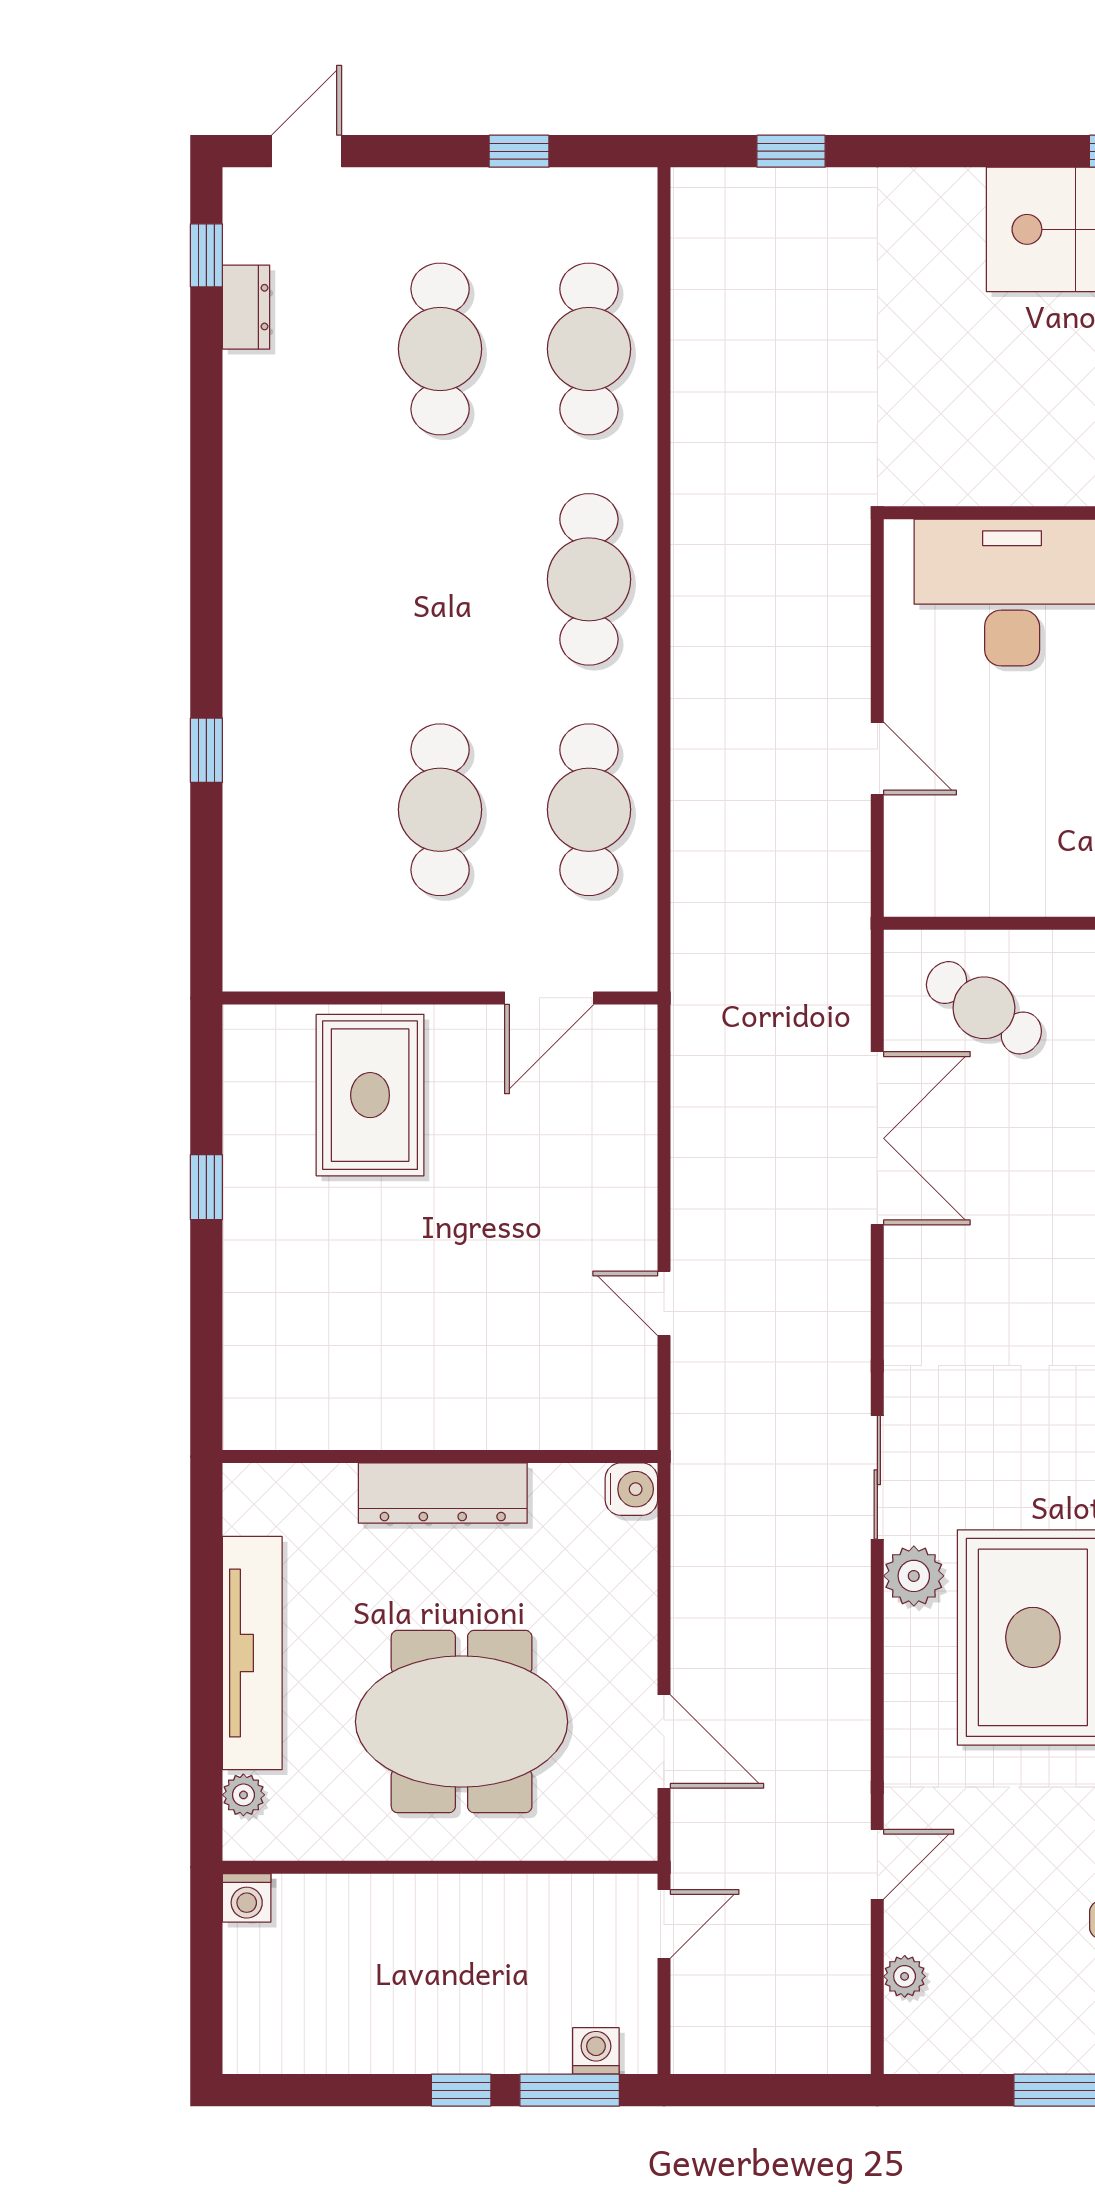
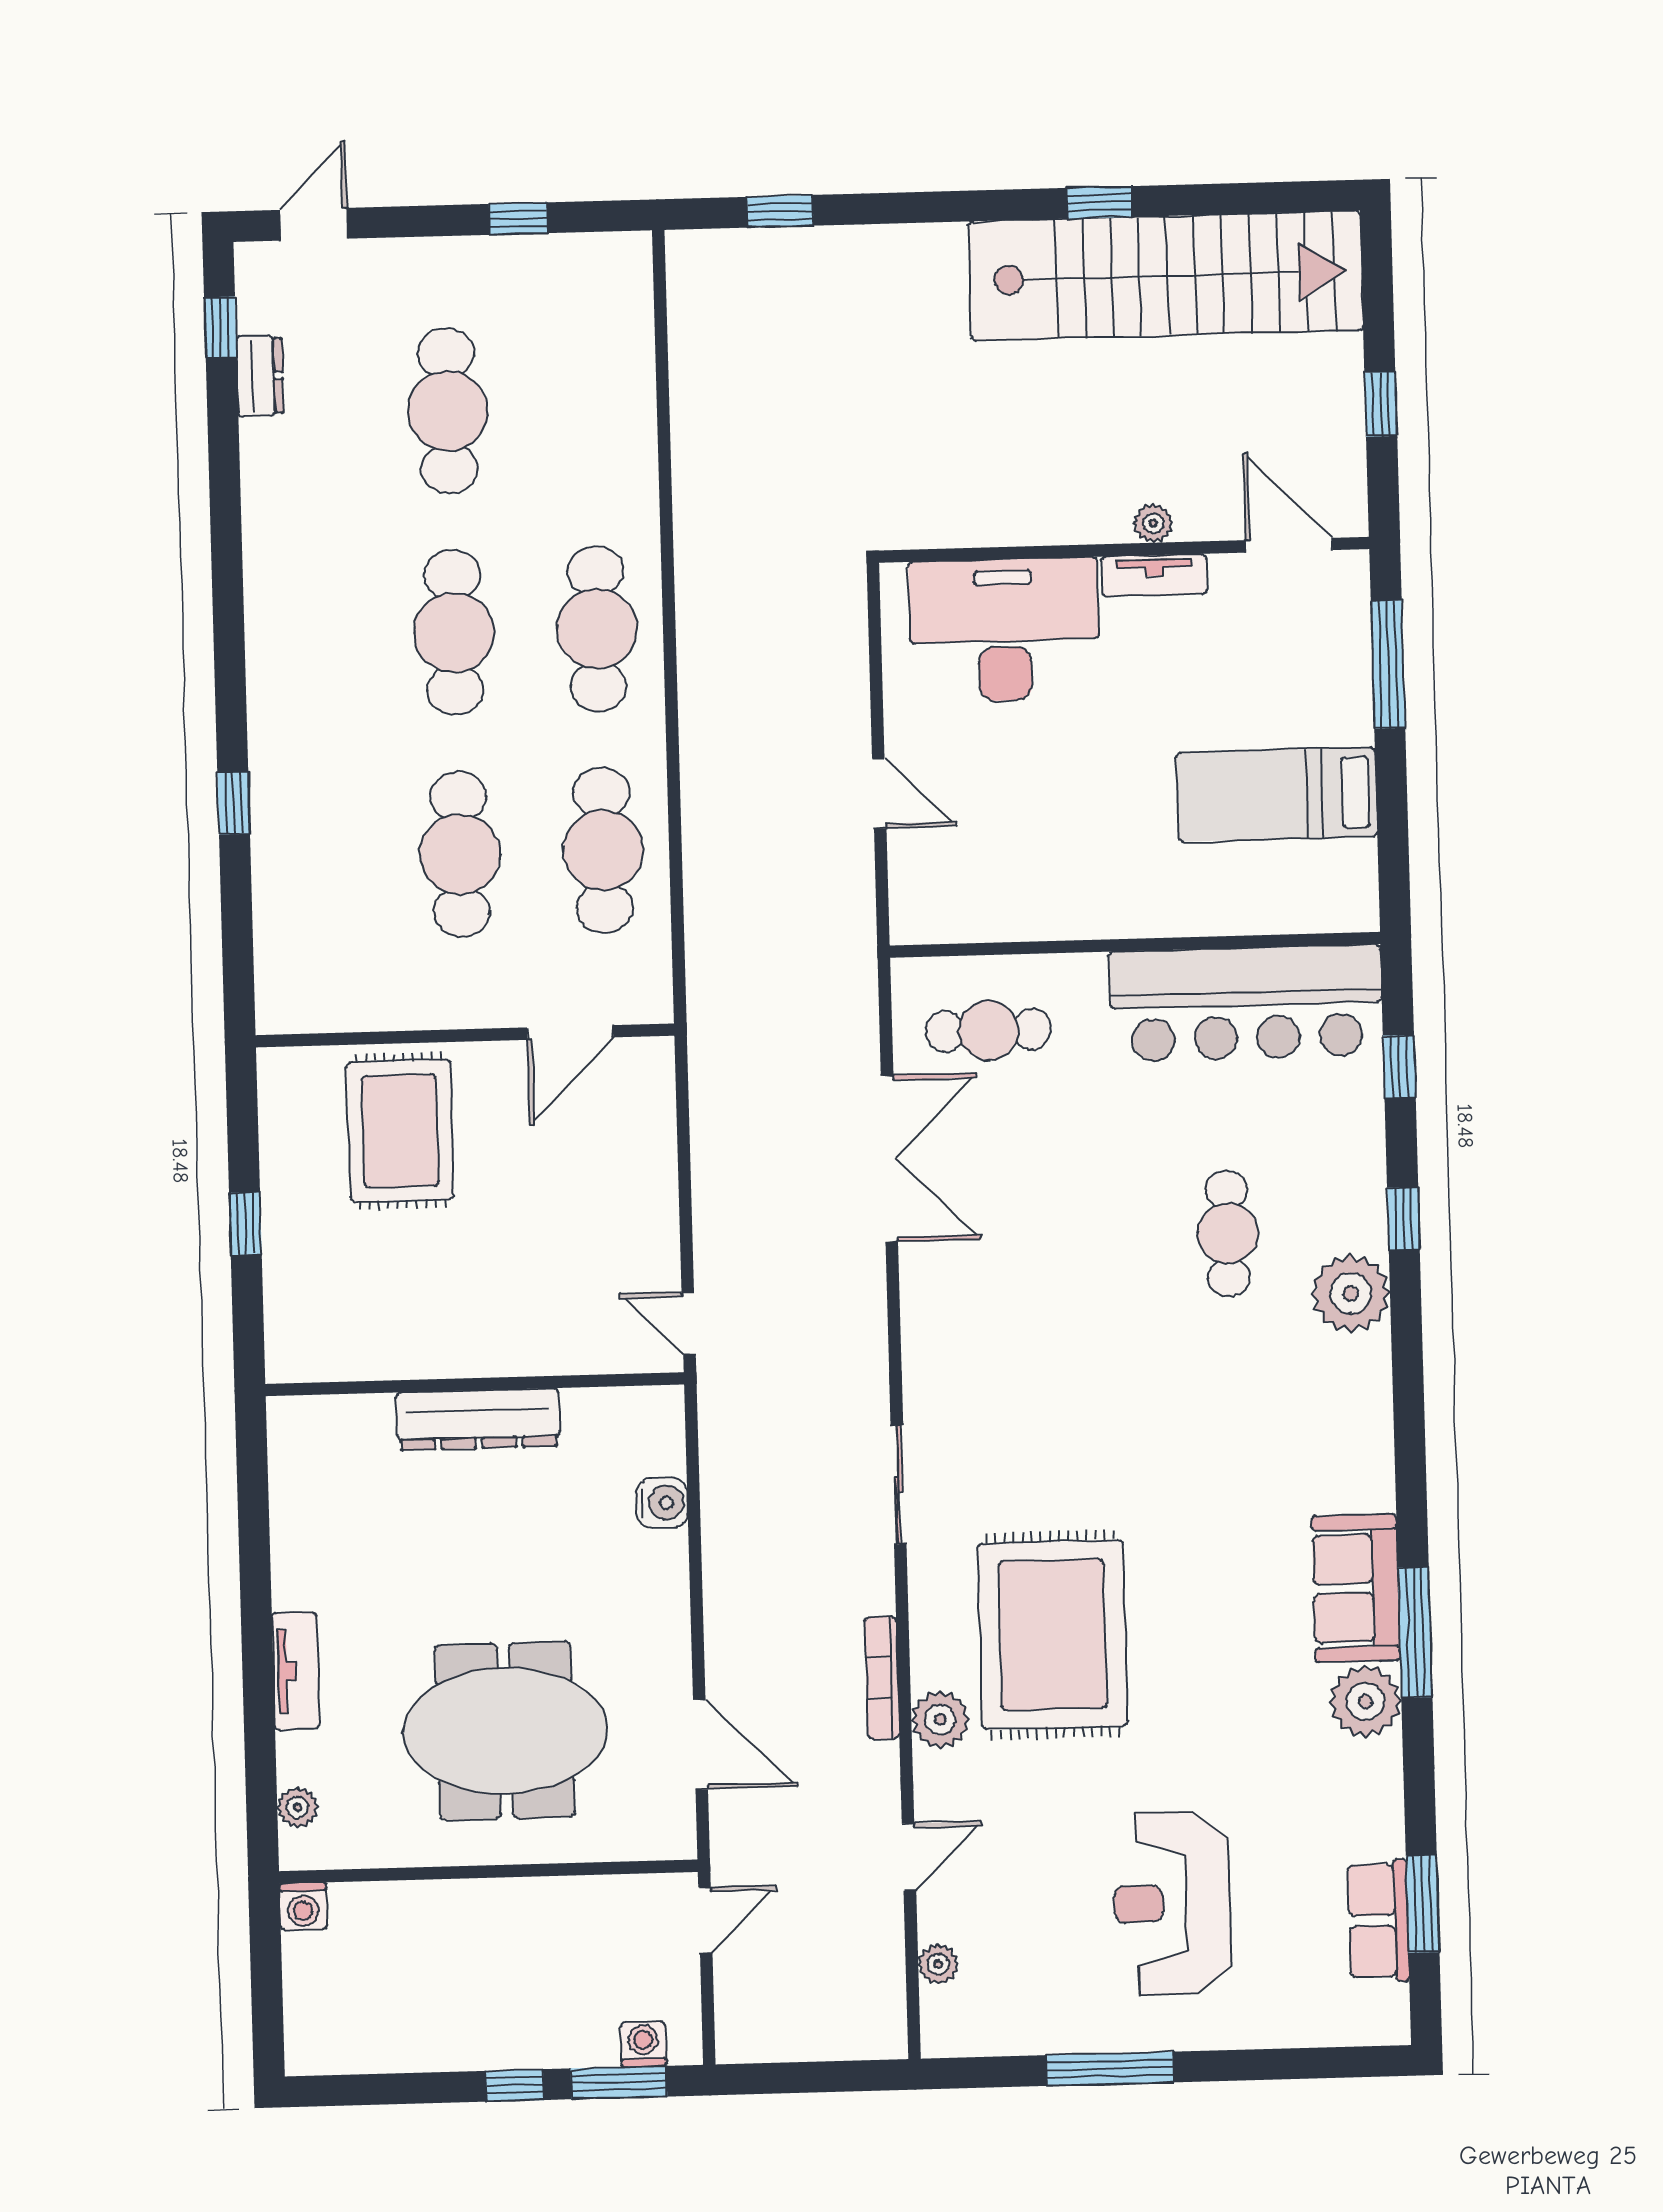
cafe table: (589, 349) -> (454, 633), moved
cafe table: (984, 1008) -> (989, 1030), turned -34
wall: (440, 1457) -> (475, 1384), moved
dresser: (443, 1493) -> (478, 1419), moved
plant: (914, 1576) -> (940, 1720), moved
tv unit: (252, 1653) -> (296, 1671), width x0.52, depth x0.78
bookcase: (855, 1677) -> (882, 1678), added

